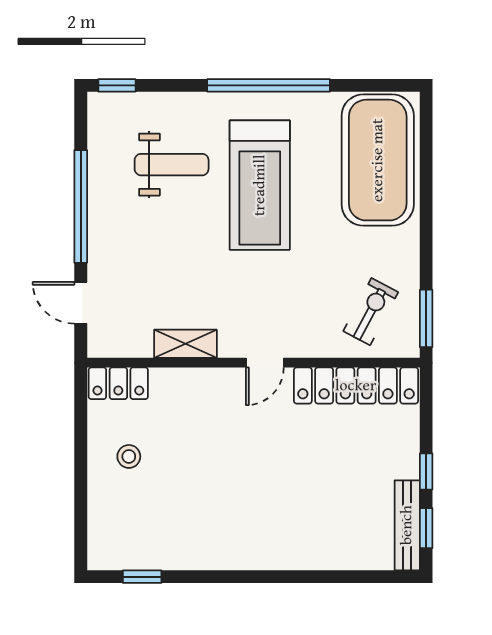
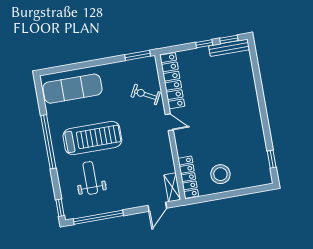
exercise mat: (378, 160) -> (72, 89), width x0.68
window: (81, 206) -> (98, 217), moved
exercise bike: (371, 312) -> (146, 94), moved
shelving: (185, 344) -> (172, 187), moved
locker: (118, 383) -> (188, 177), width x1.53
stool: (129, 456) -> (220, 174), width x1.89, depth x1.89

